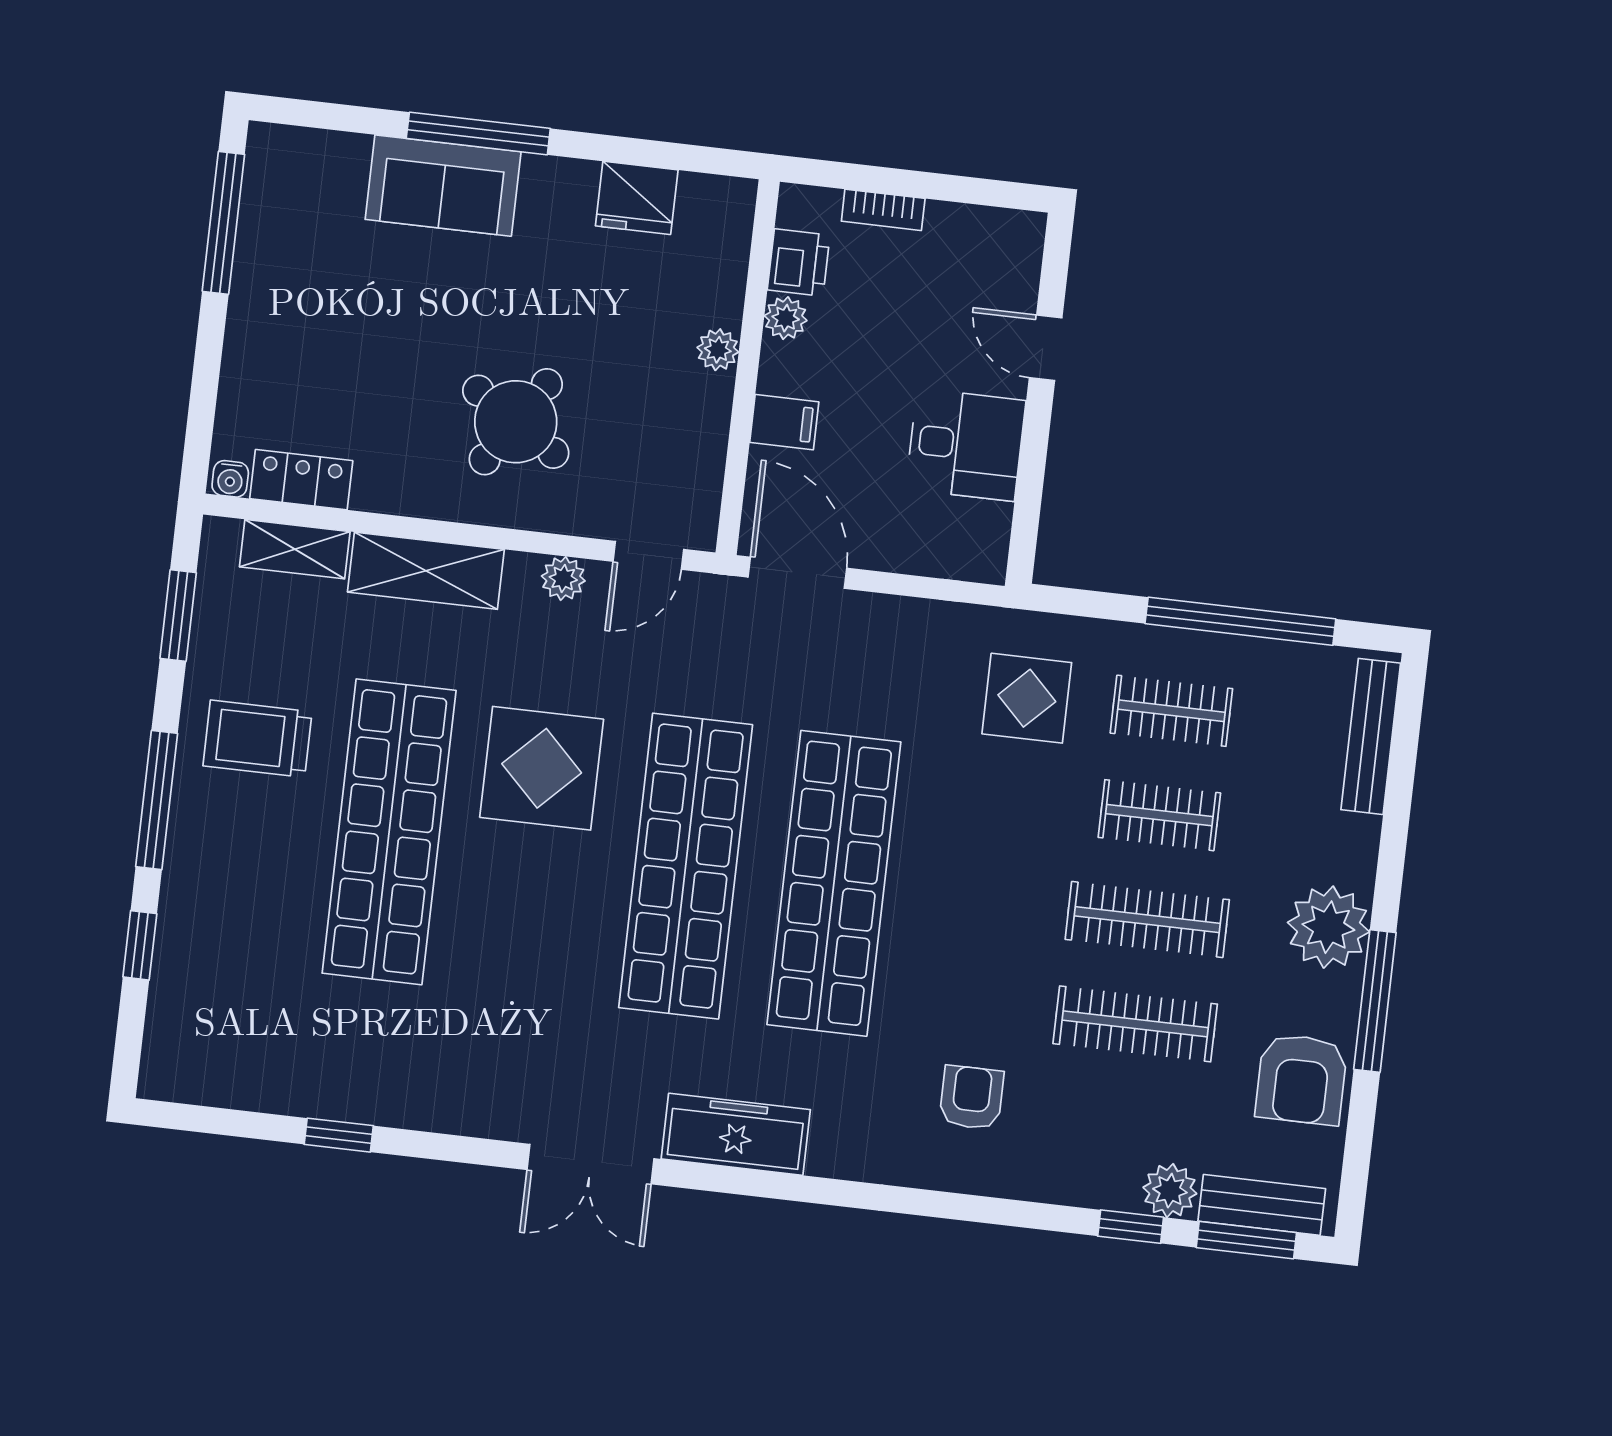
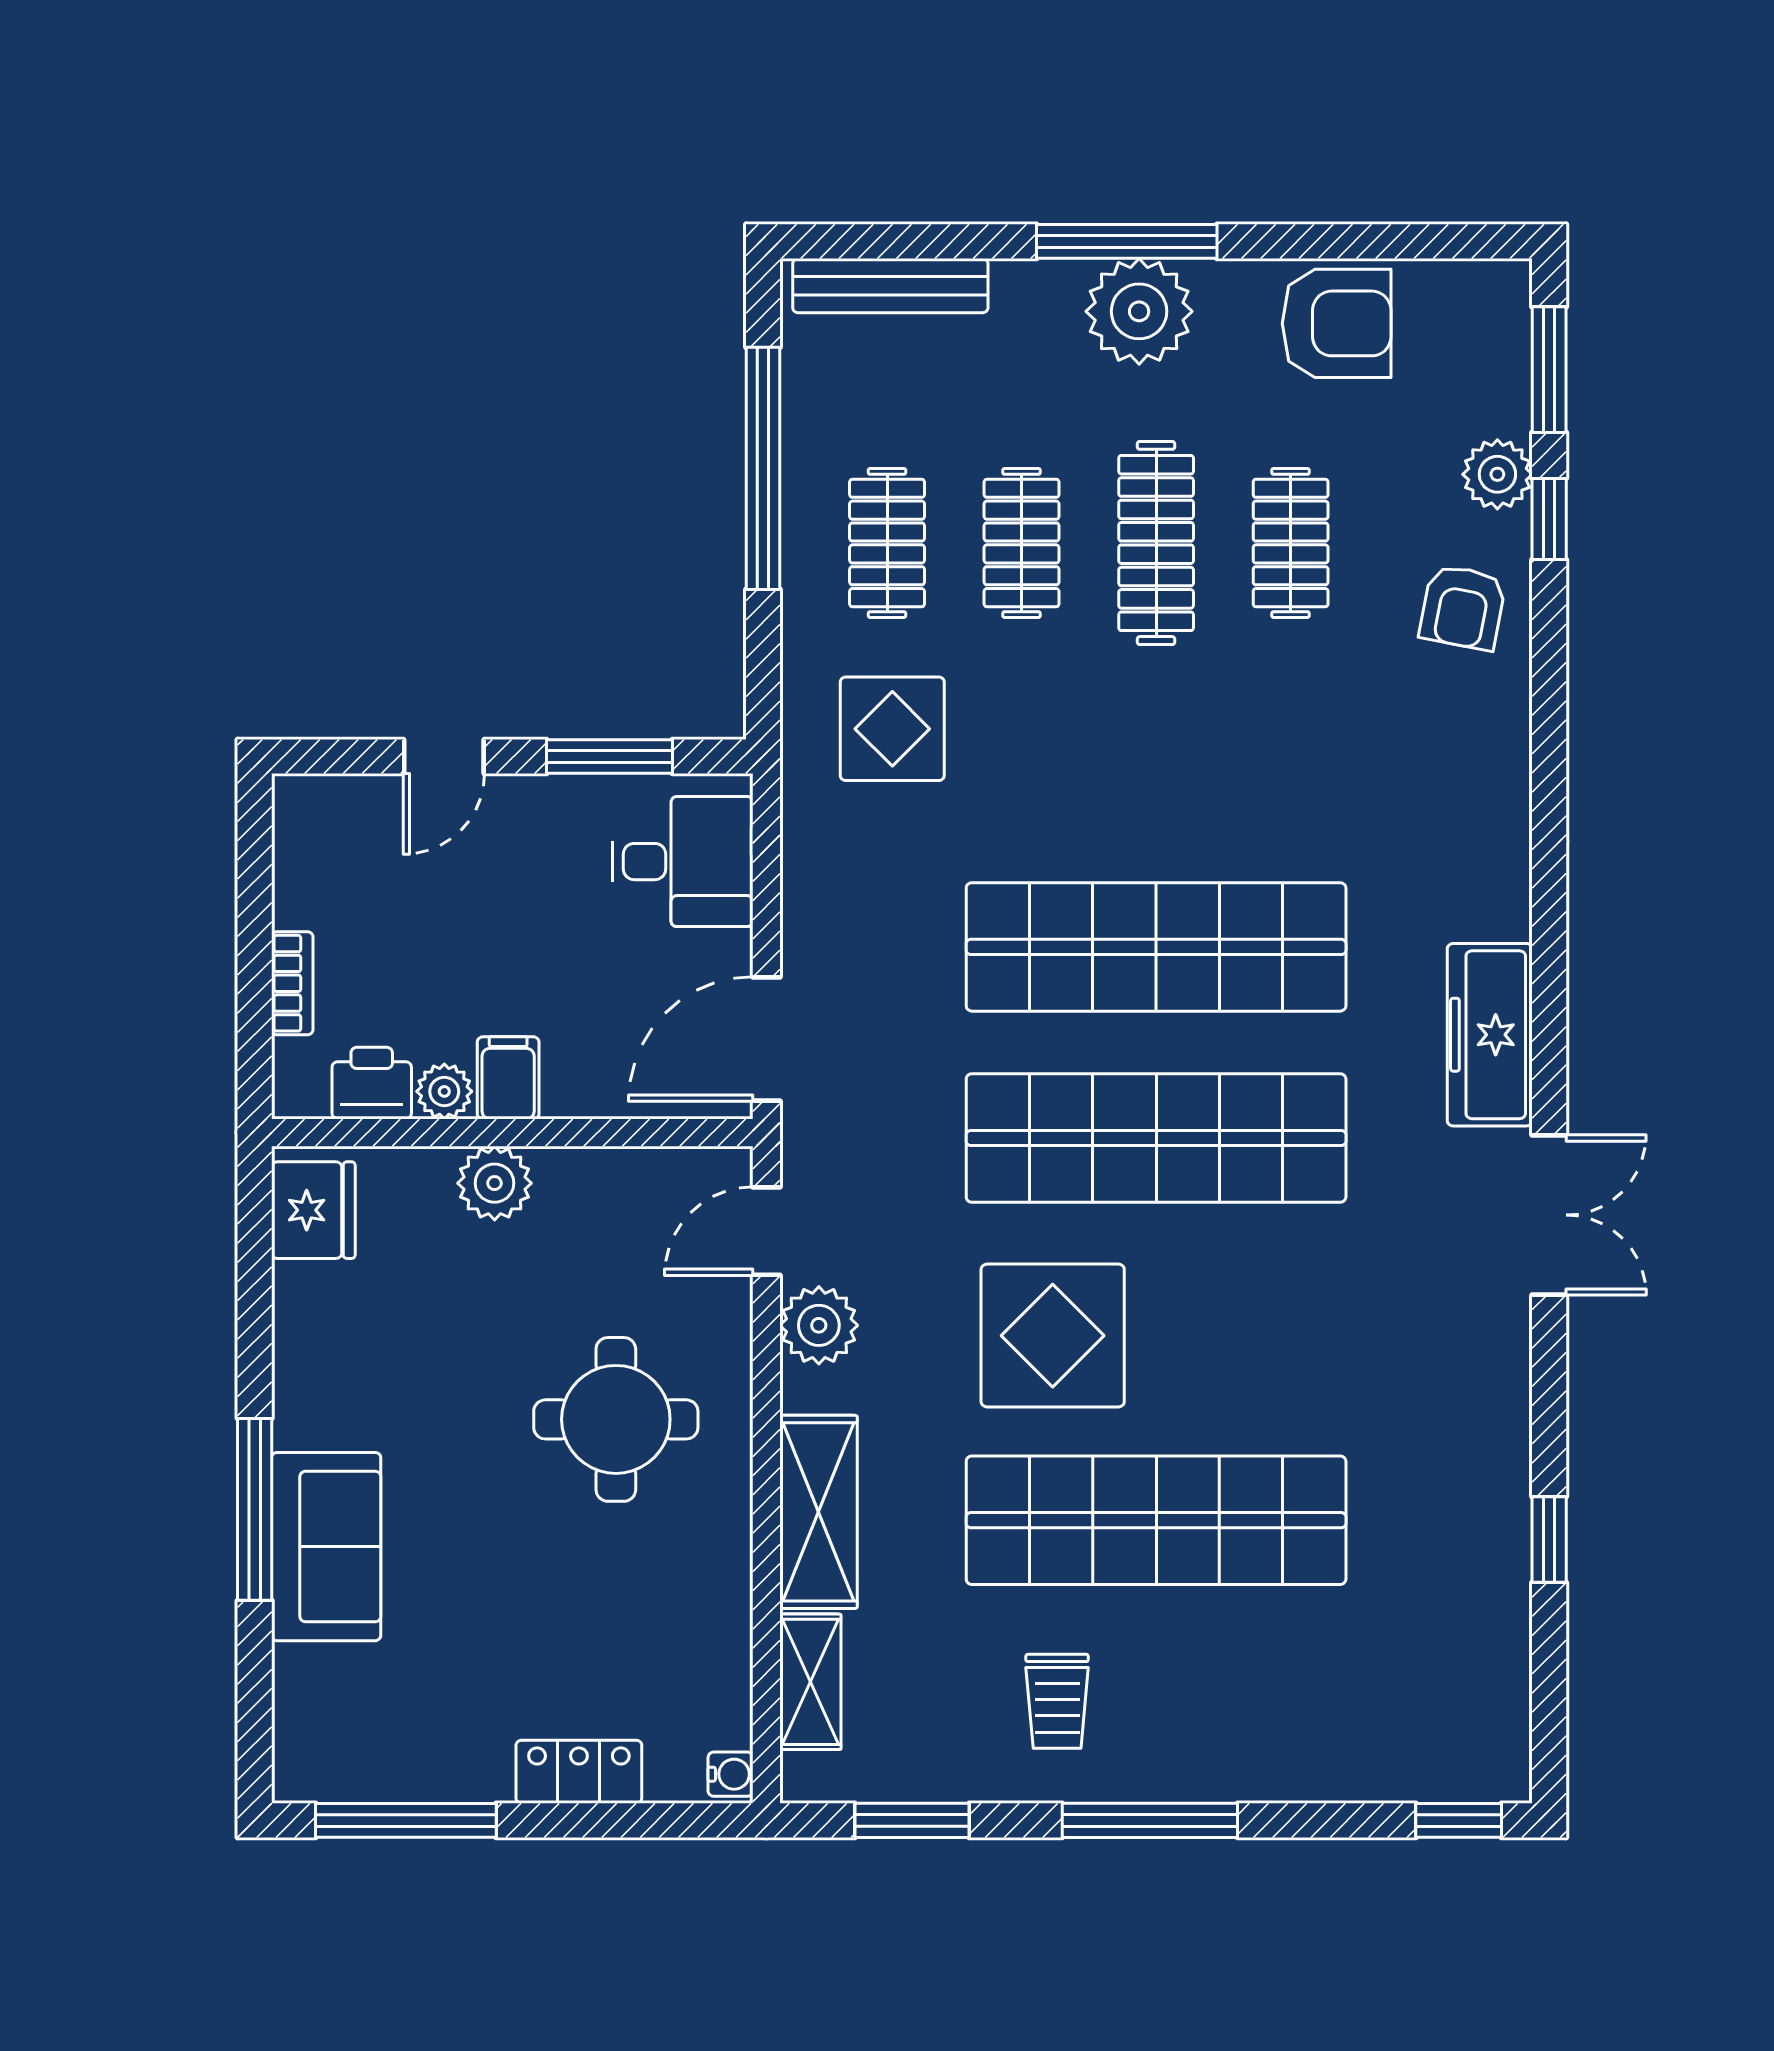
fridge: (637, 198) -> (313, 1210), moved
plant: (718, 350) -> (495, 1183), width x1.38, depth x1.38
round table: (516, 422) -> (616, 1419), turned -33
filing cabinet: (784, 422) -> (508, 1078), moved
desk: (966, 445) -> (682, 862), moved, turned 90
window: (1031, 476) -> (610, 756), added
locker: (301, 480) -> (579, 1772), moved, turned 90
door: (648, 555) -> (766, 1231), swing flipped
plant: (563, 578) -> (819, 1325), width x1.38, depth x1.38
trolley: (257, 739) -> (1057, 1701), width x0.73, depth x0.72
window: (140, 945) -> (1459, 1820), moved
window: (1375, 1001) -> (1127, 241), moved
clothes rail: (1135, 1024) -> (1291, 543), width x0.73
armchair: (972, 1098) -> (1463, 607), moved, turned -79
bench: (1262, 1205) -> (1502, 355), removed

